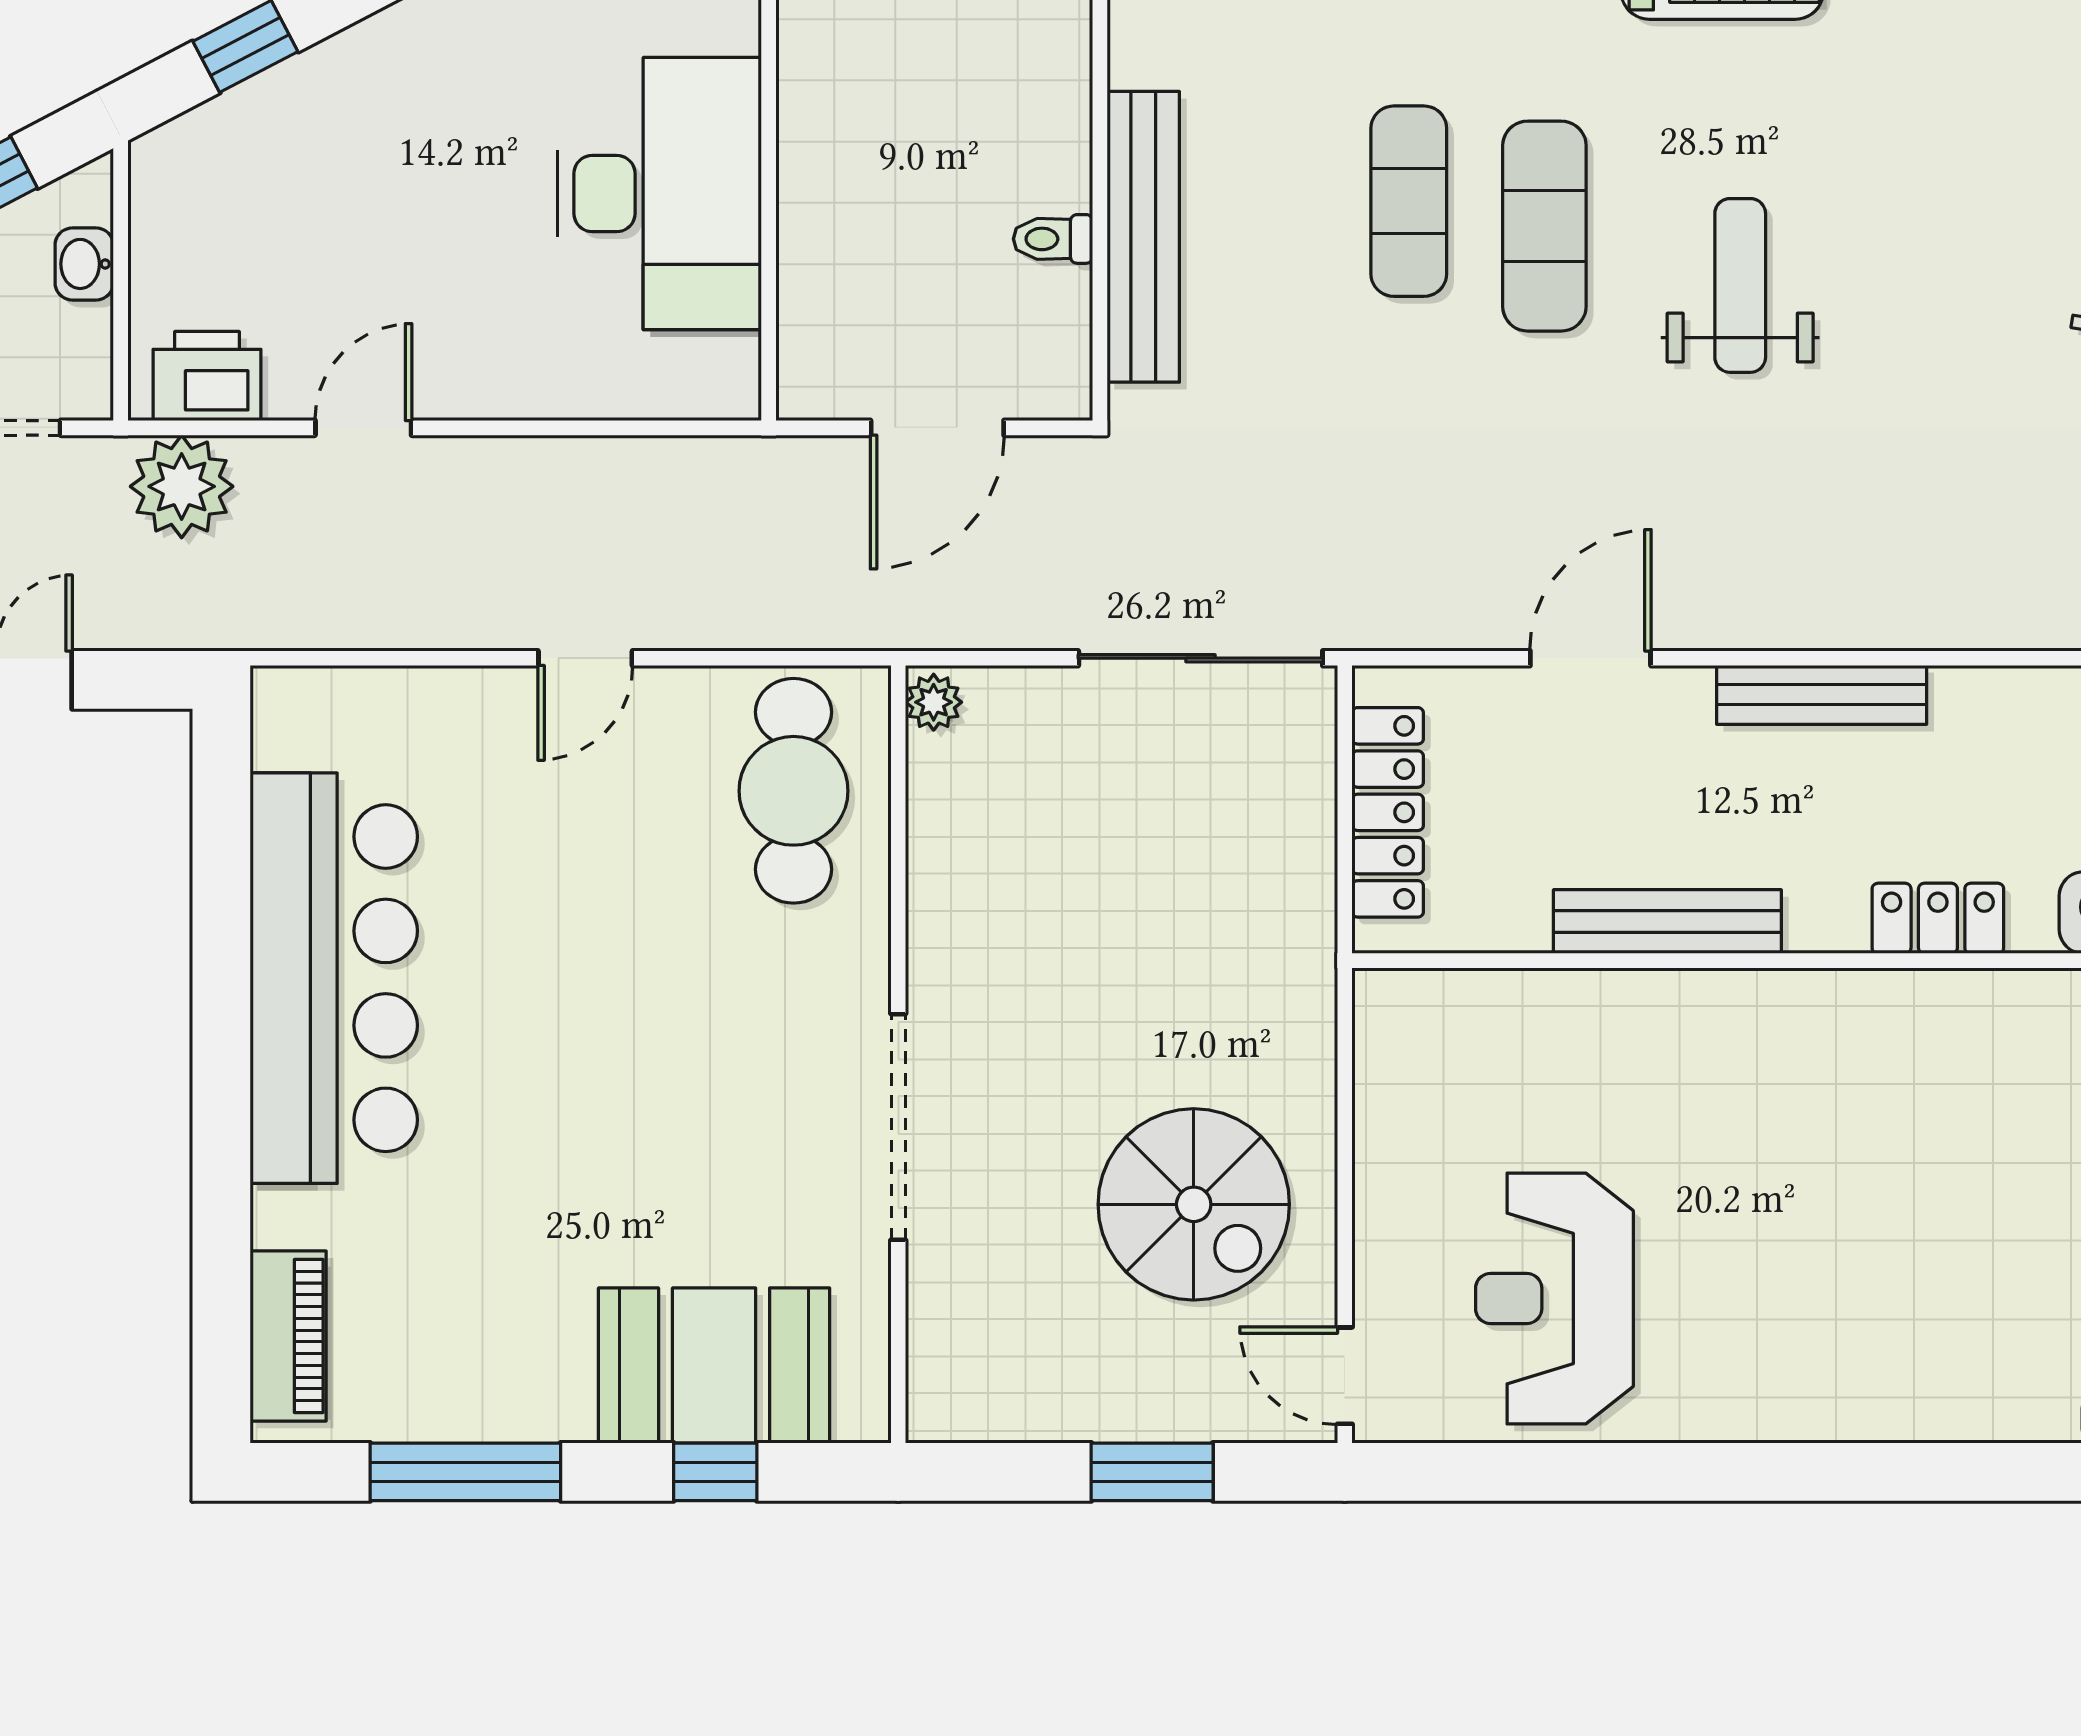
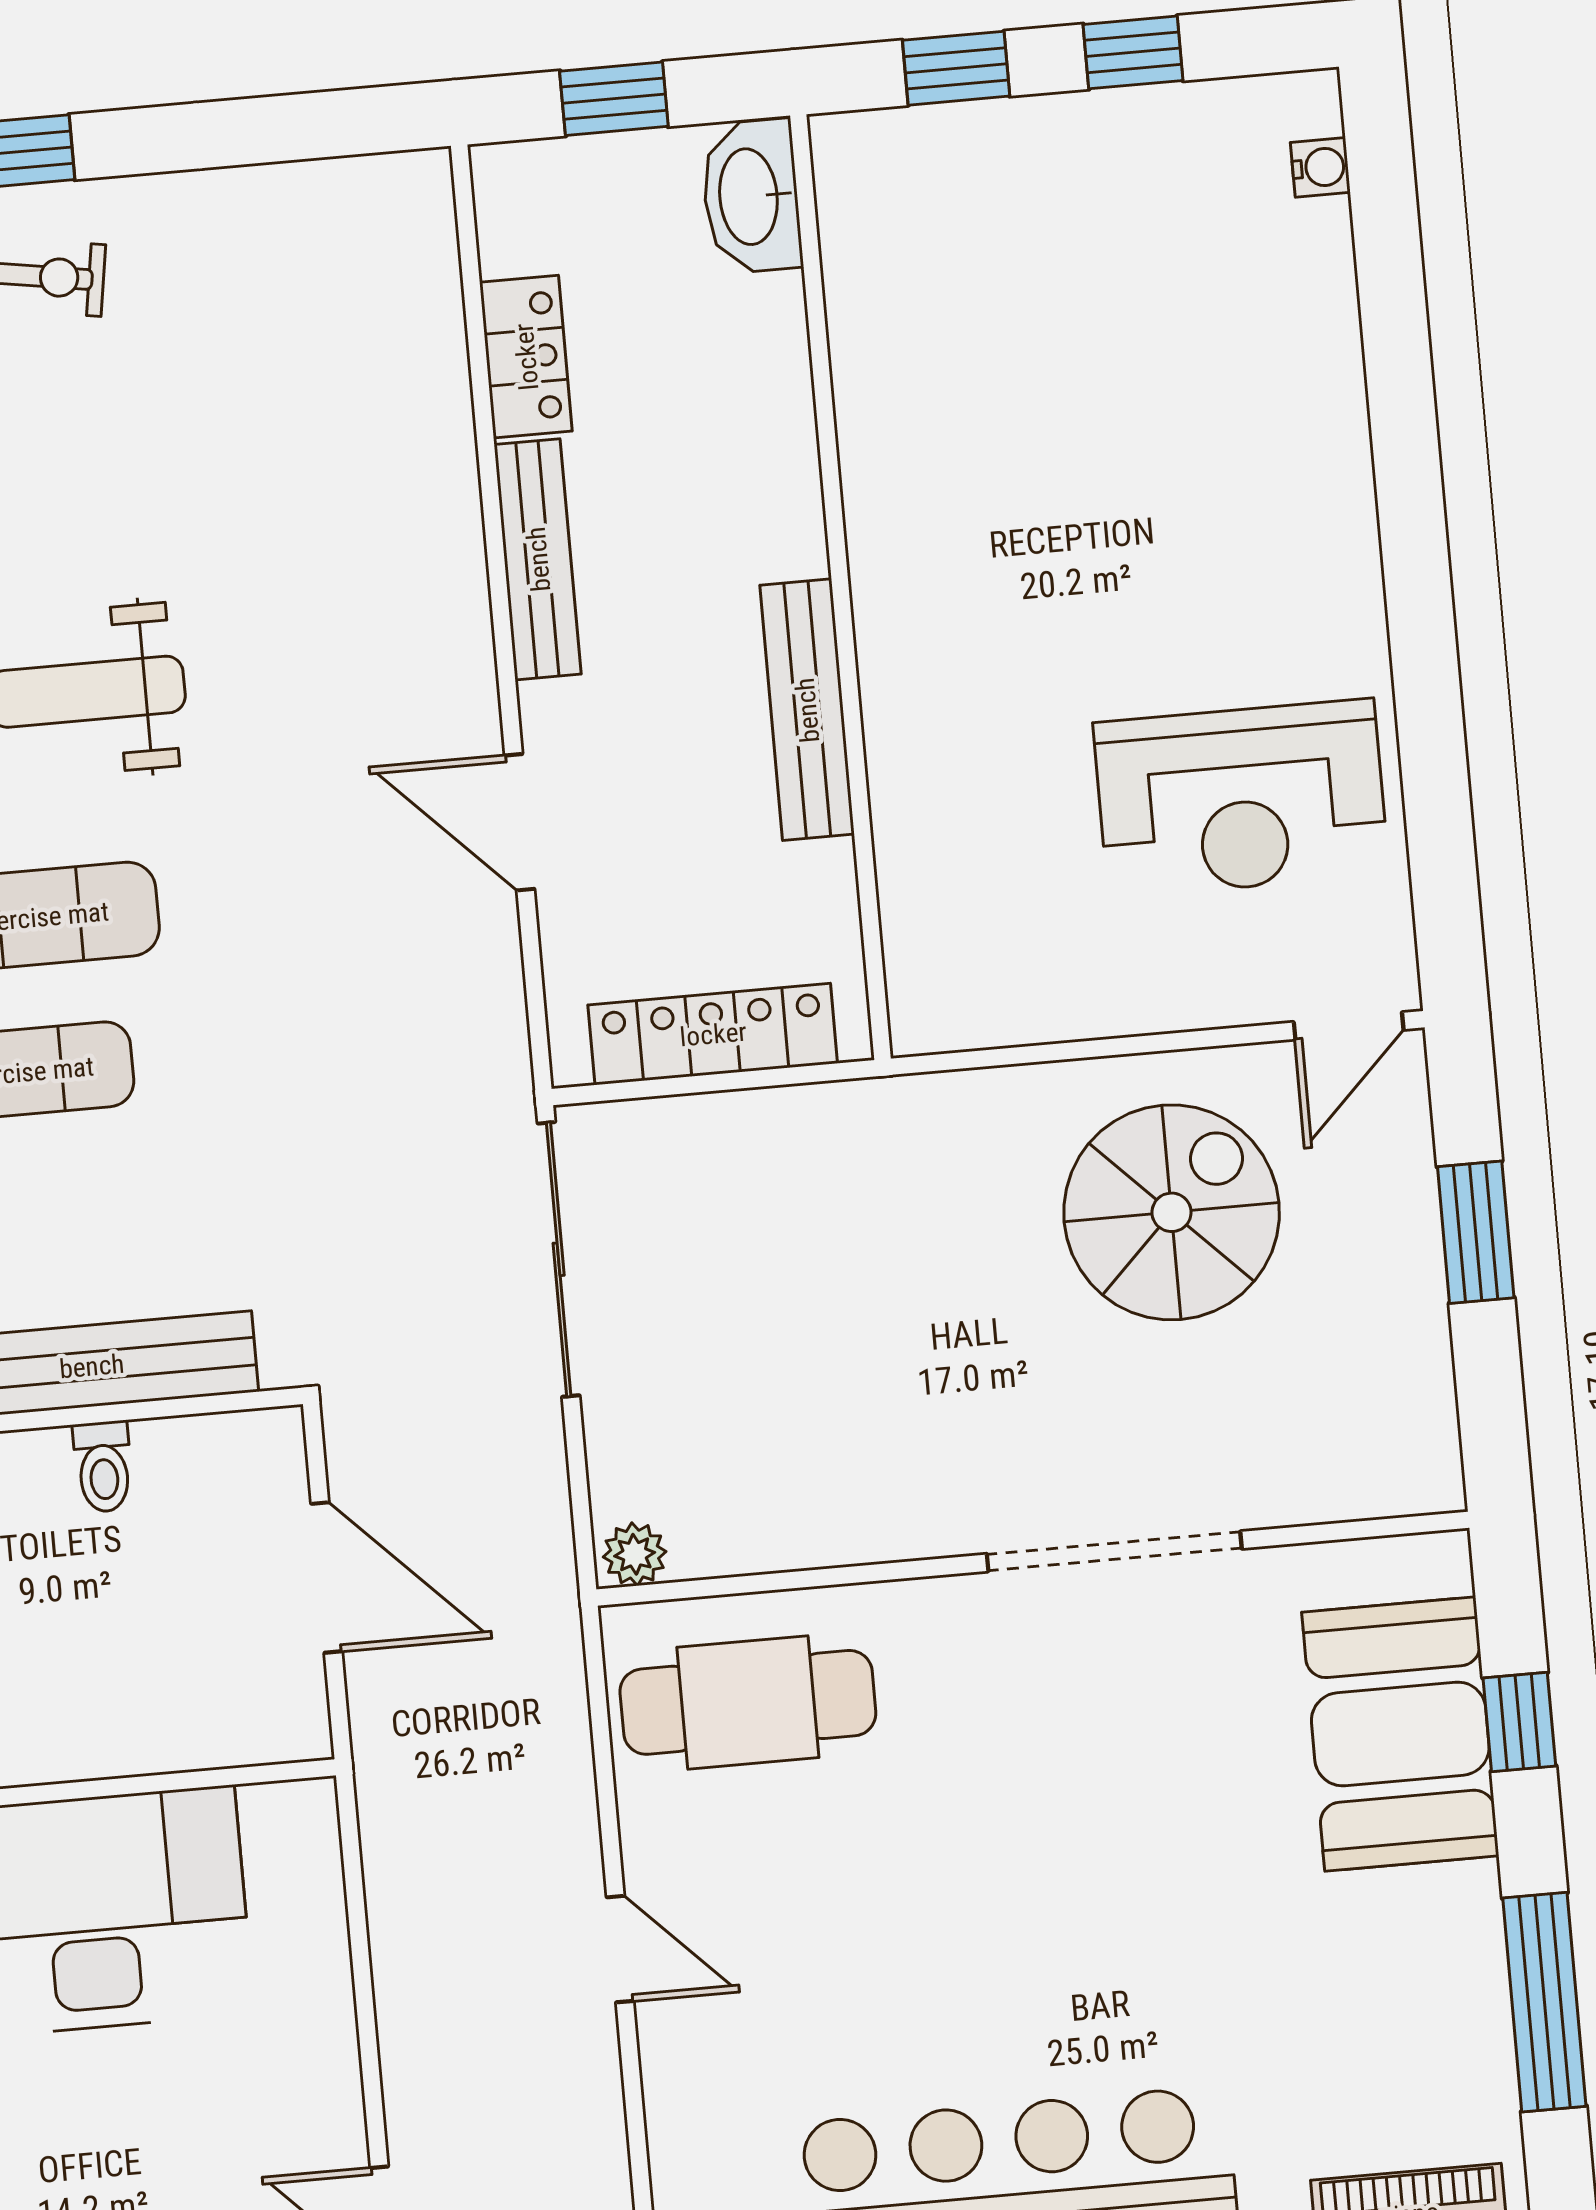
locker: (1938, 918) -> (526, 357), moved, turned 180

